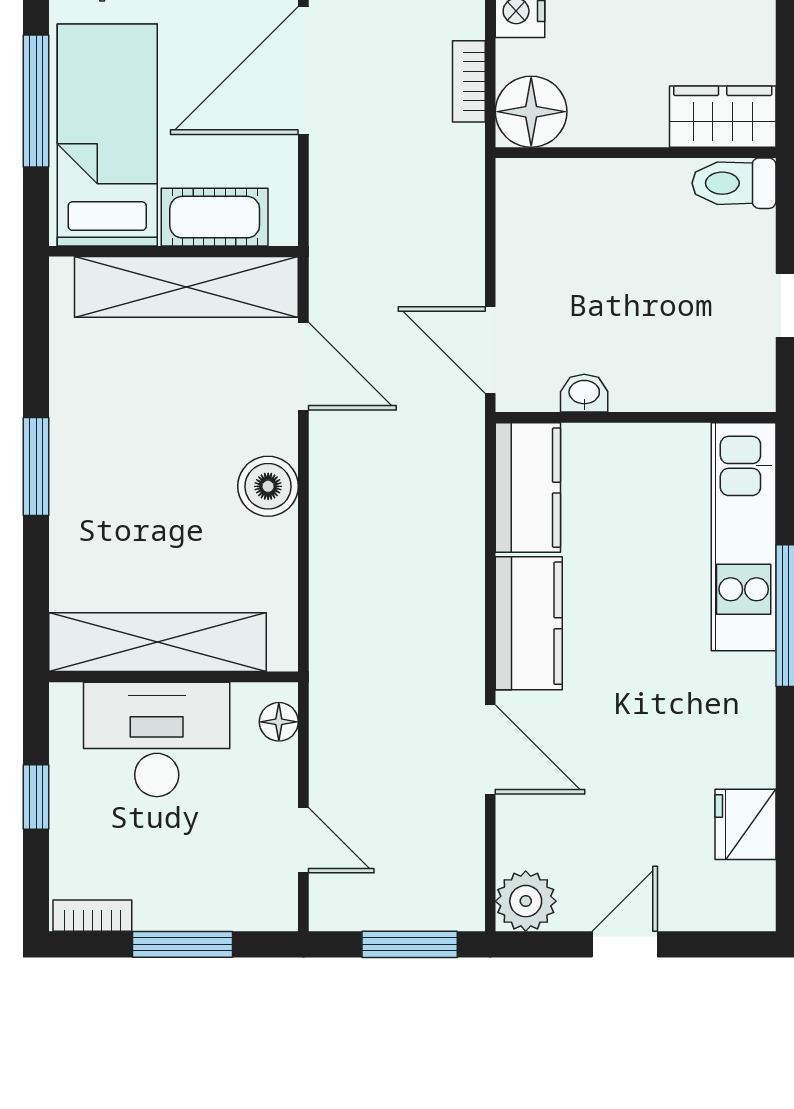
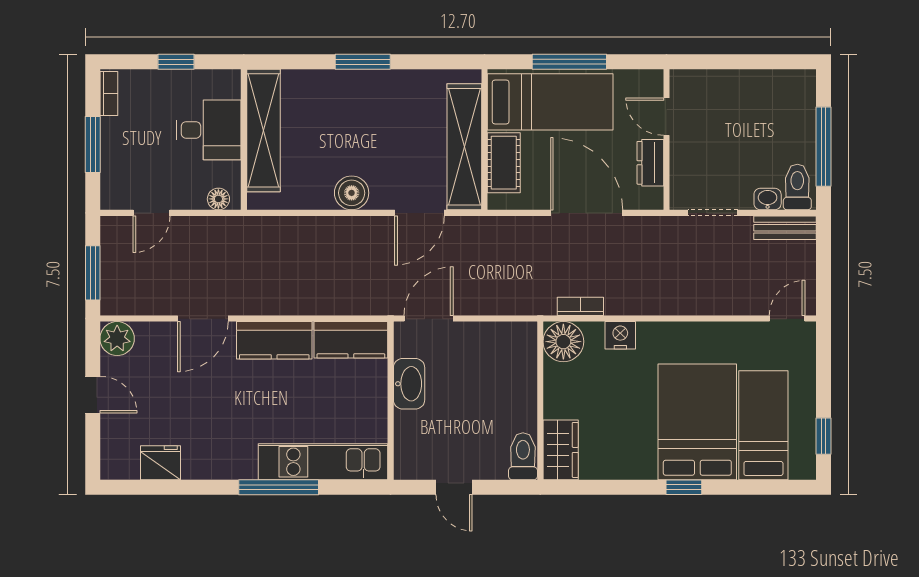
washbasin: (584, 393) -> (409, 384), width x1.91, depth x1.45
desk: (157, 739) -> (208, 130), width x0.73

